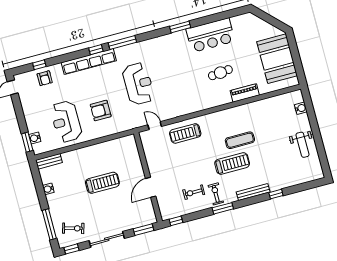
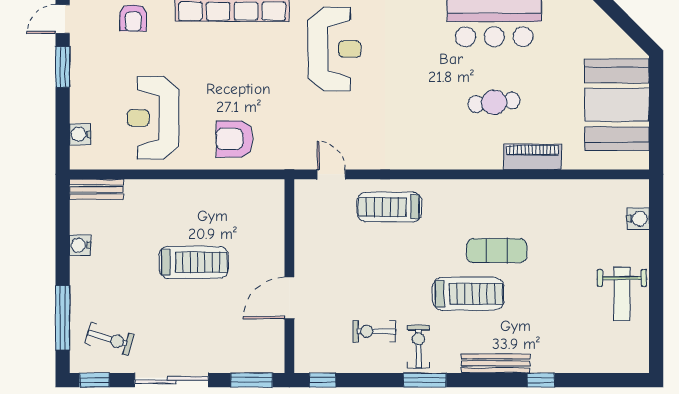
reception desk: (138, 84) -> (334, 49), moved
armchair: (101, 110) -> (235, 139), moved
window: (27, 142) -> (63, 67), moved

